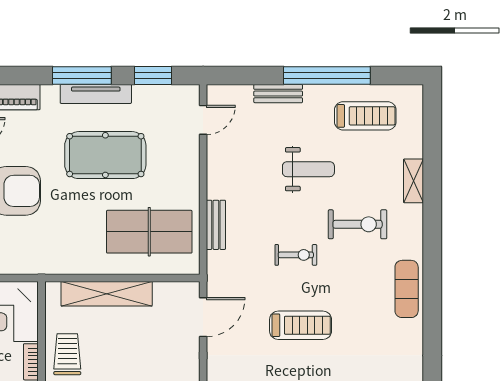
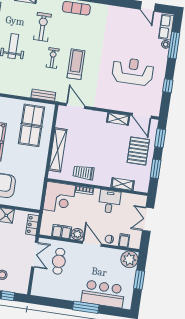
bench: (216, 225) -> (43, 95), moved
treadmill: (301, 325) -> (76, 64), moved

